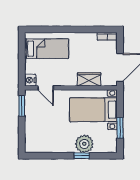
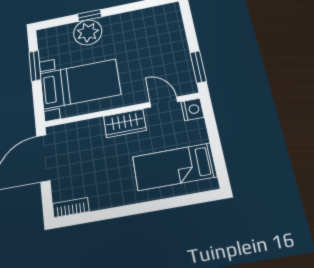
wardrobe: (89, 79) -> (125, 123), moved

